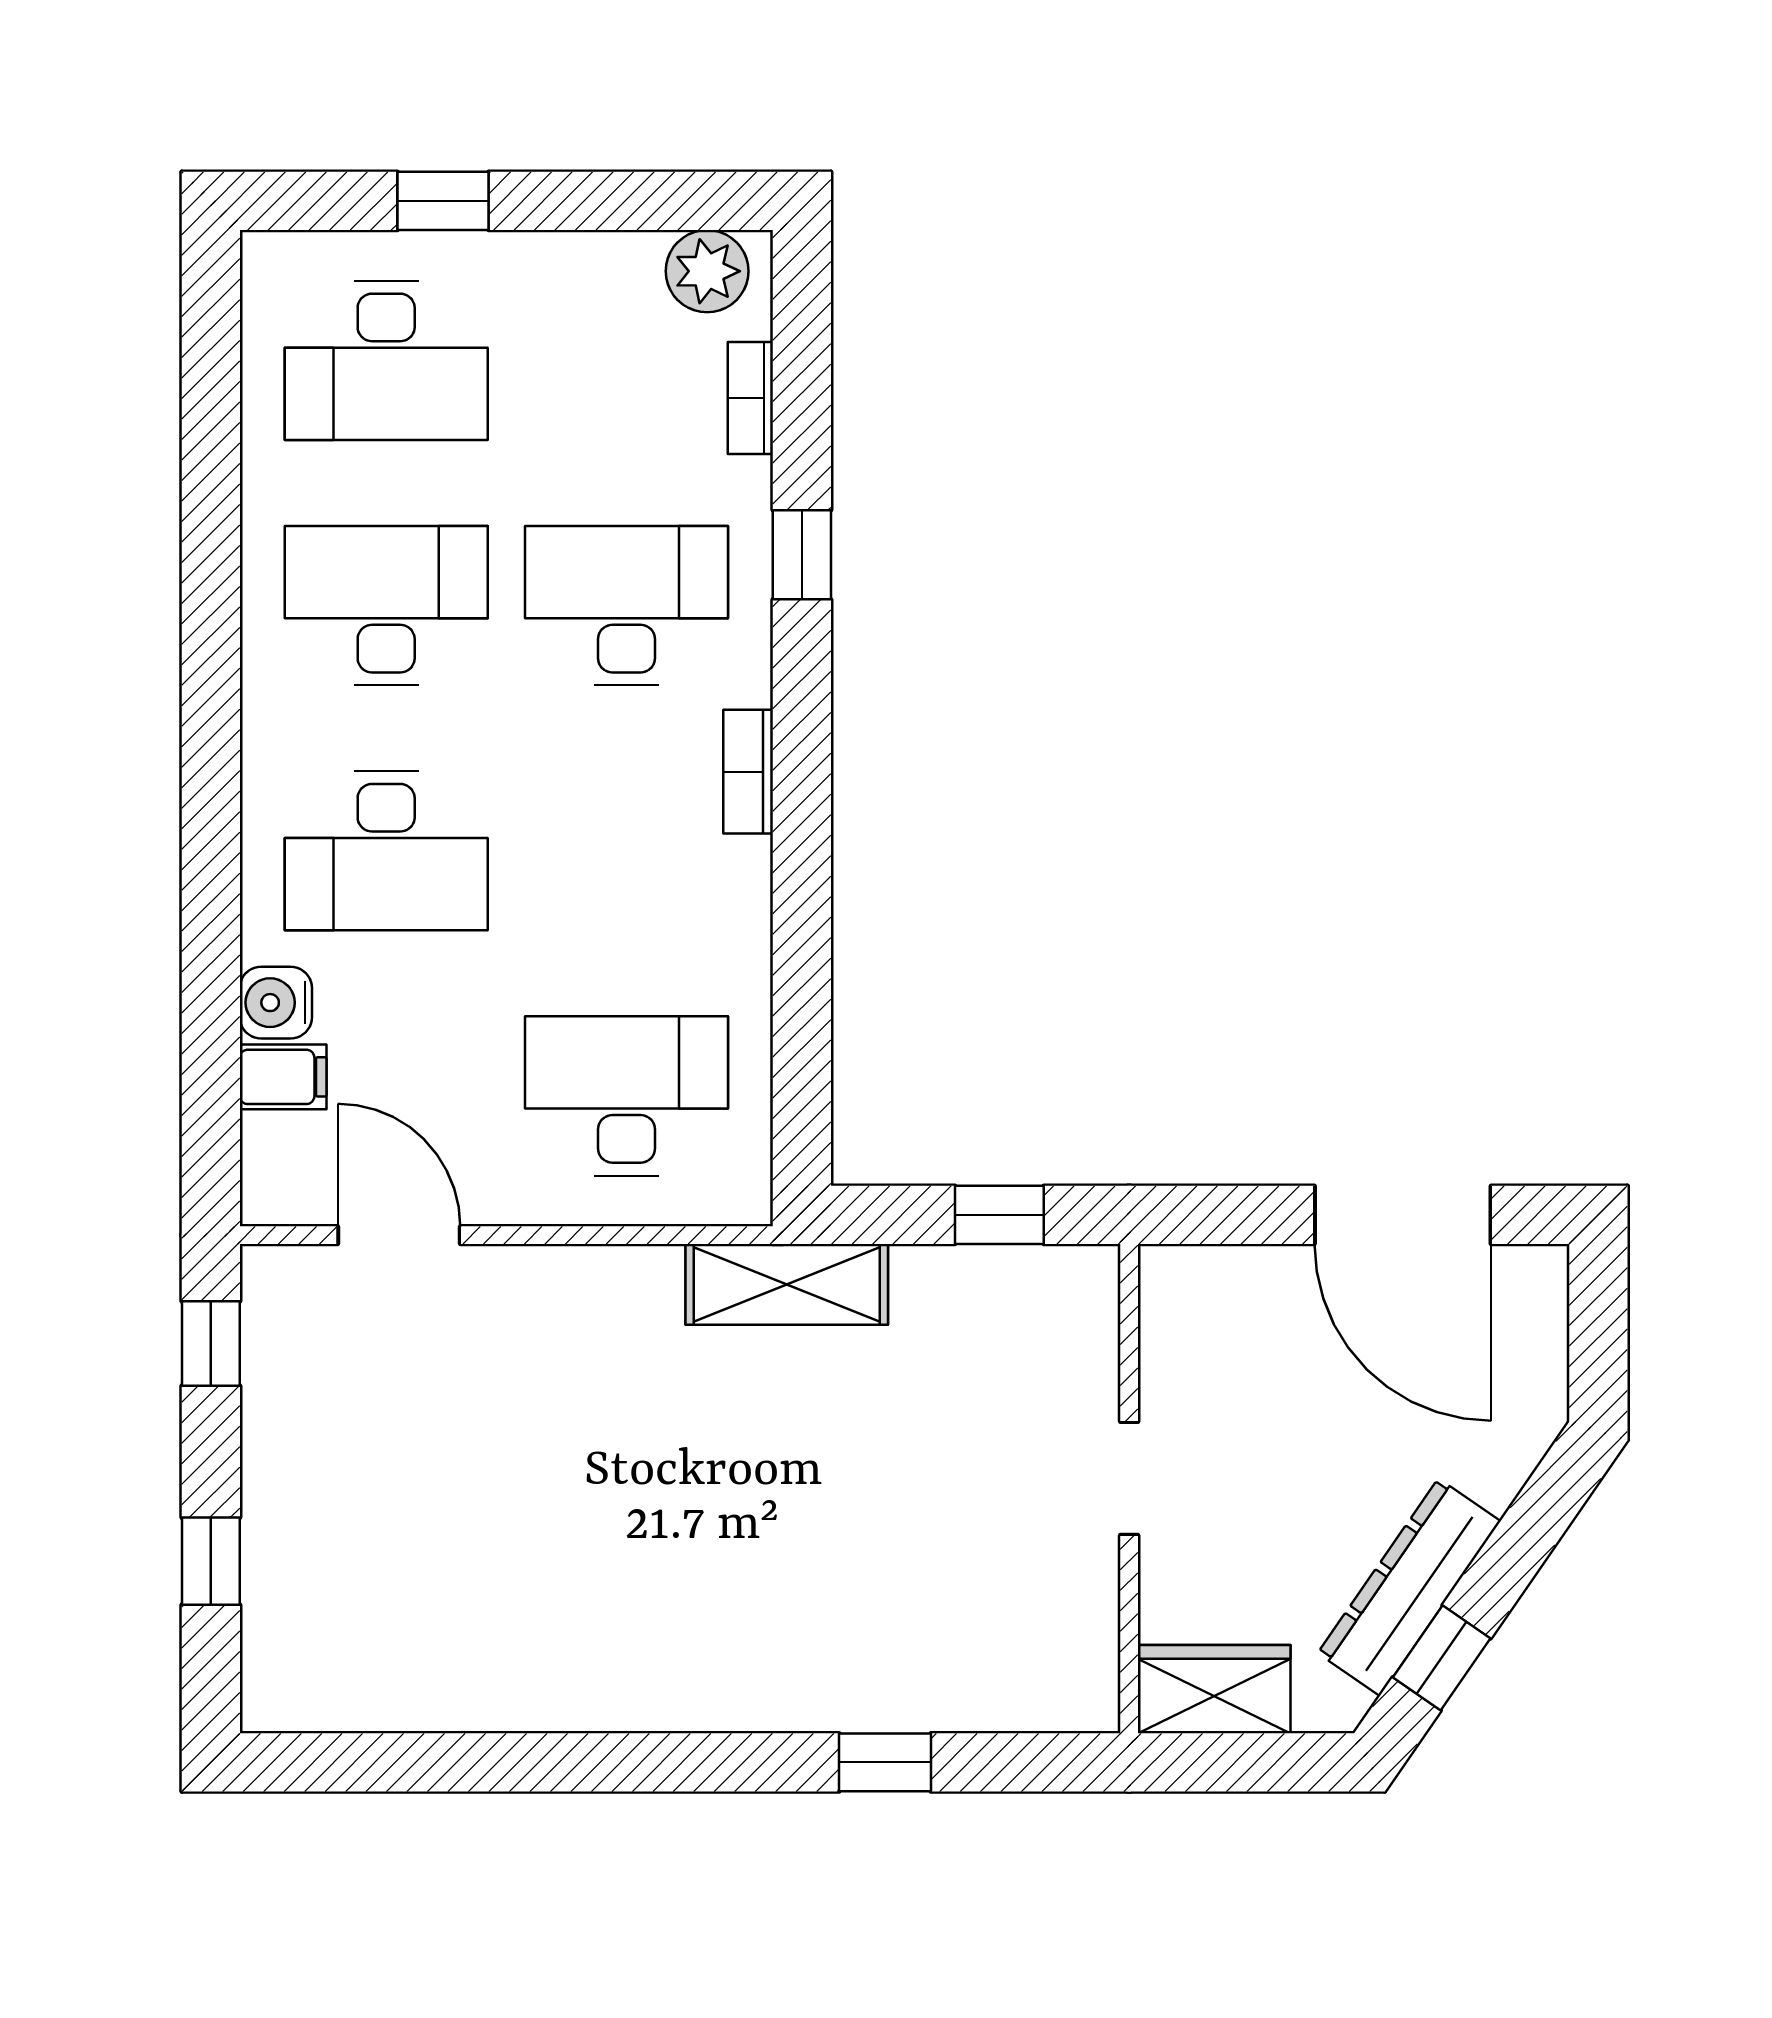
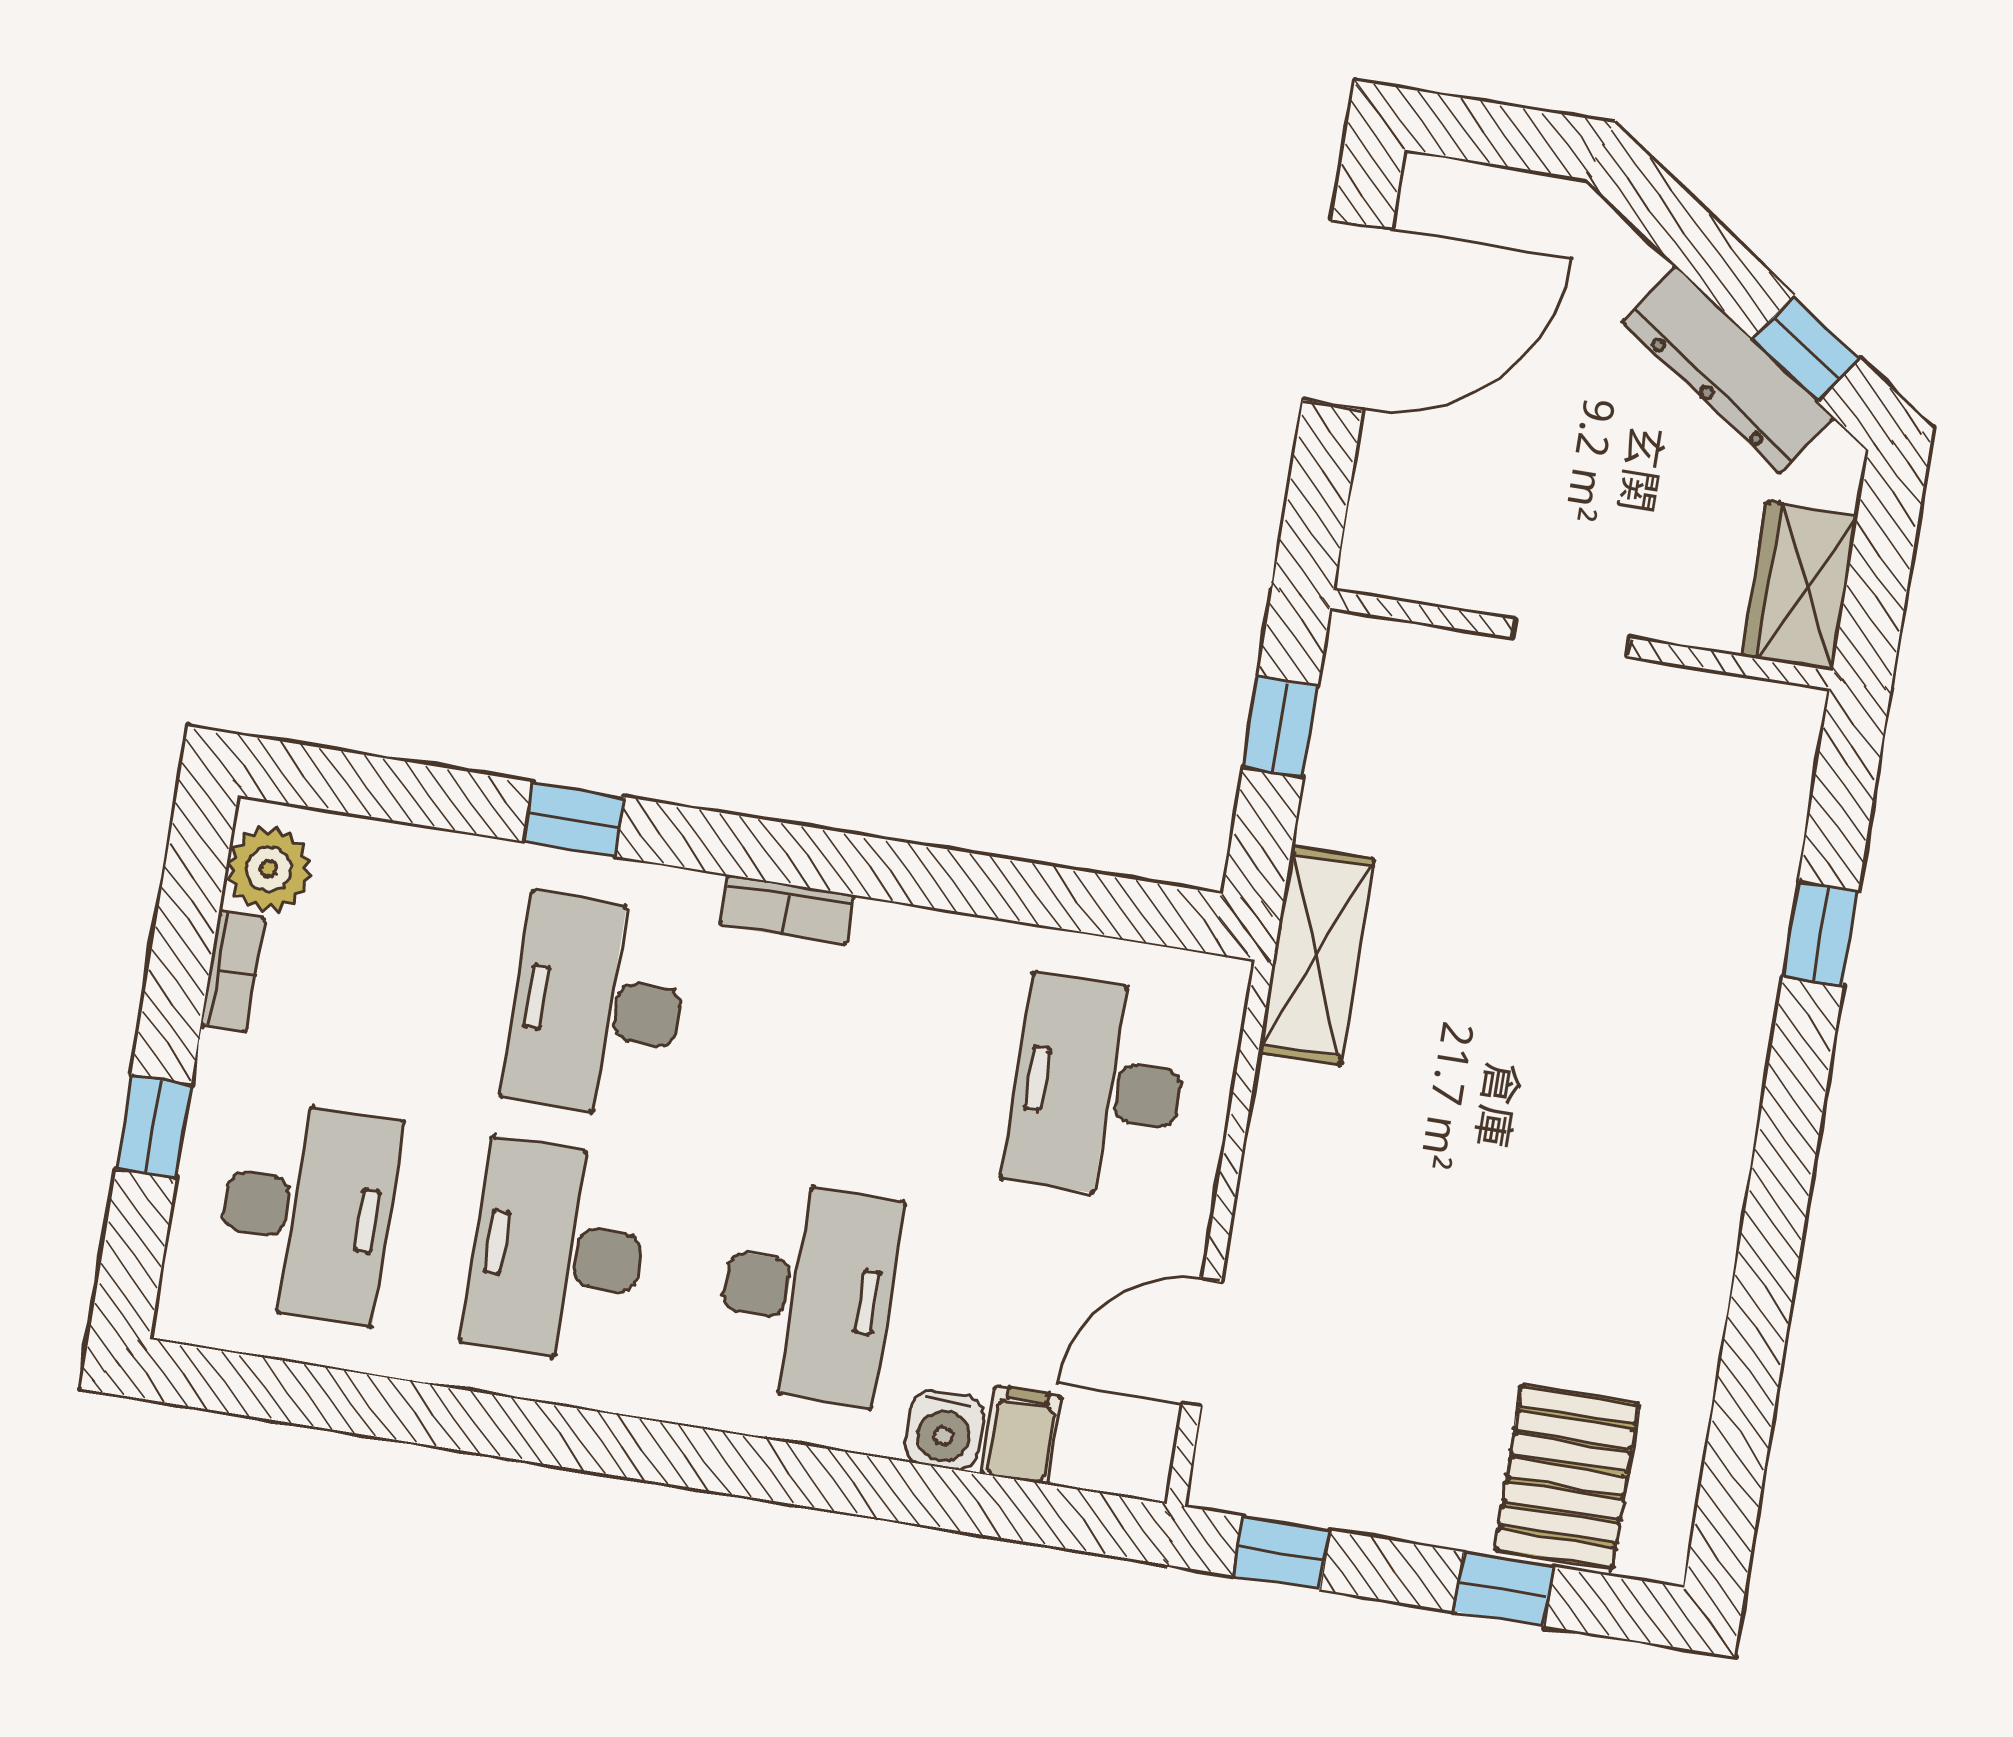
bookcase: (750, 398) -> (233, 971), moved, turned -90
pallet: (328, 1604) -> (1567, 1477), added

